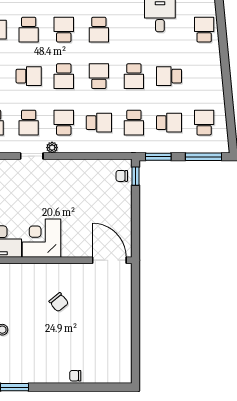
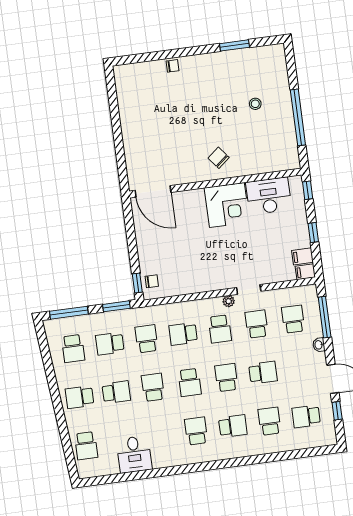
school desk: (64, 30) -> (233, 426), turned -90
school desk: (29, 76) -> (263, 373), turned 180
school desk: (204, 76) -> (80, 397), added
chair: (59, 302) -> (219, 158), moved

